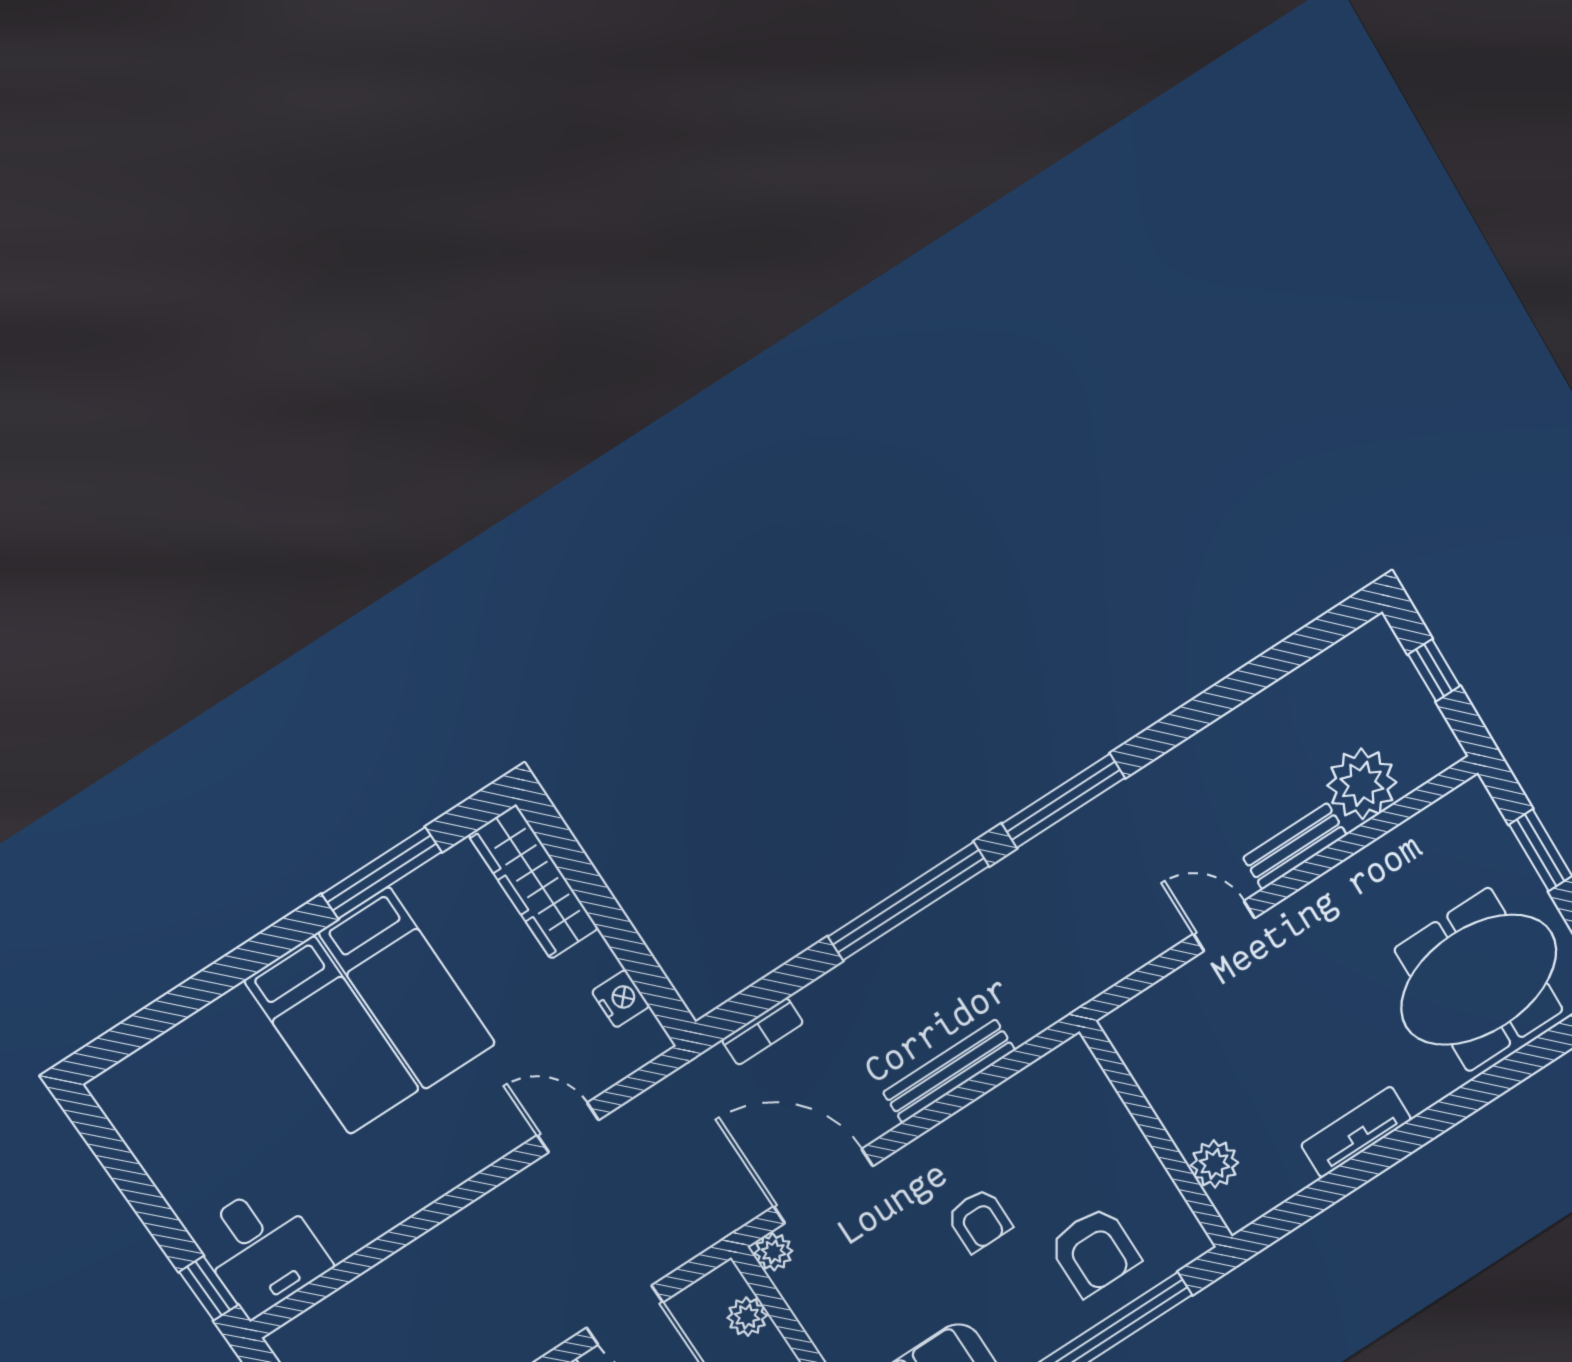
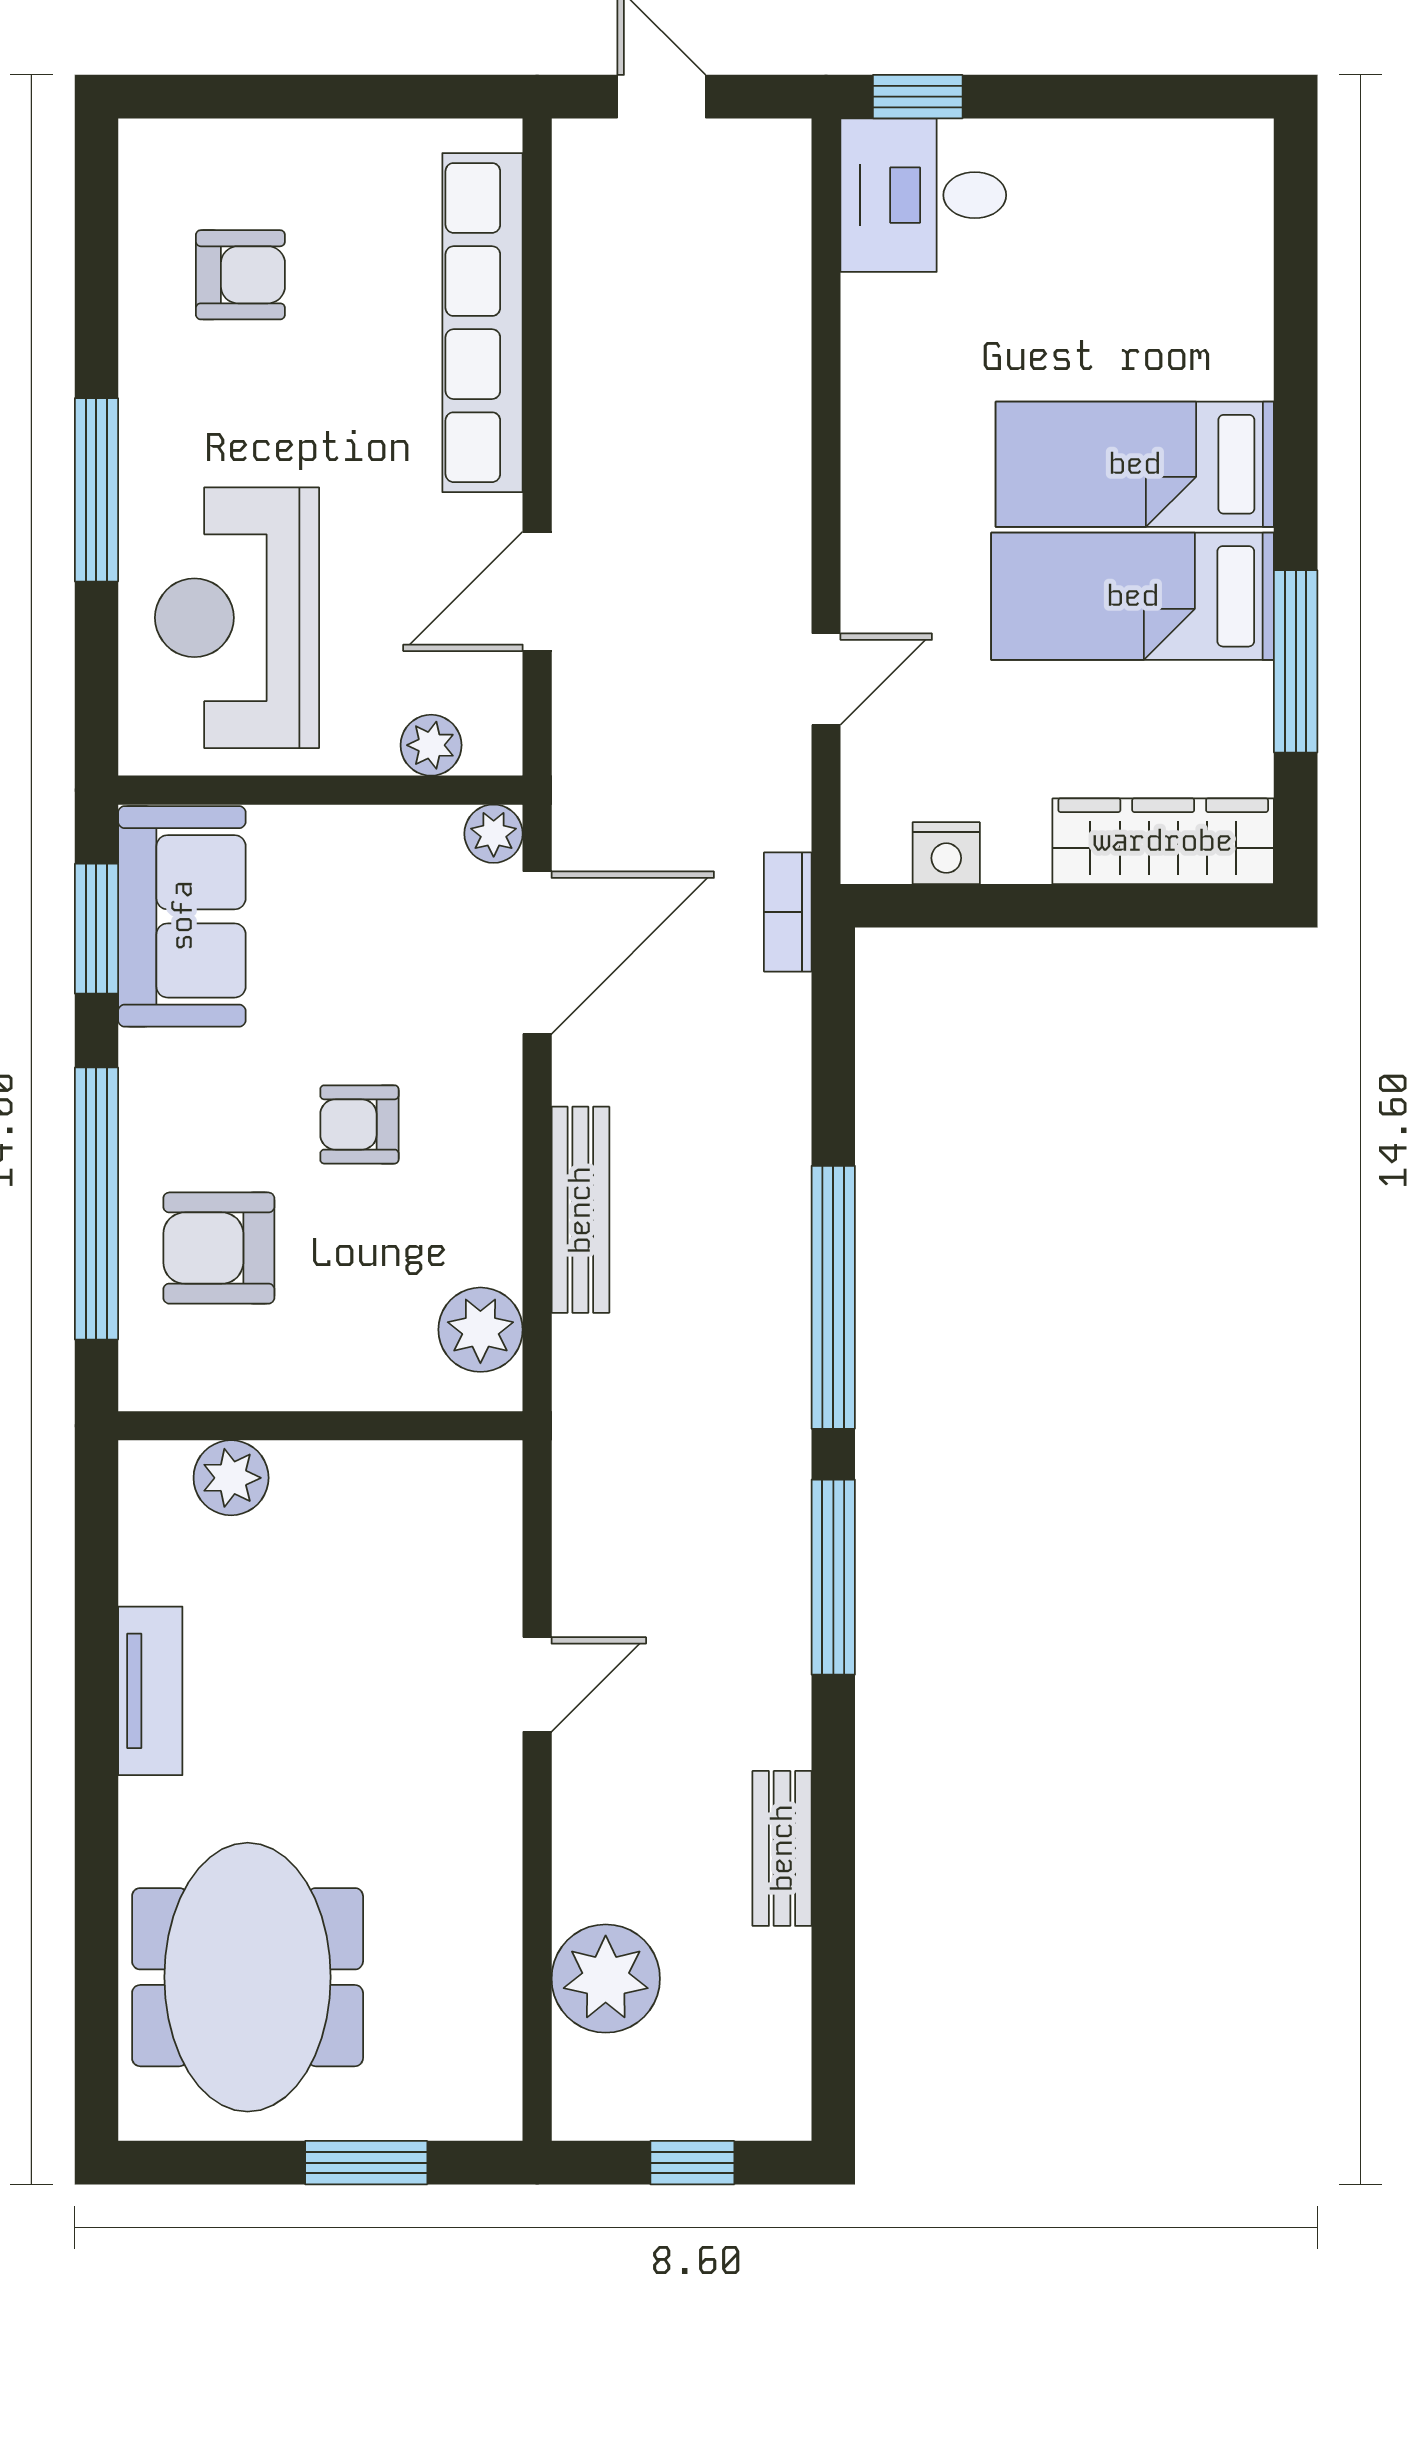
bench: (1295, 846) -> (782, 1848), moved
bookcase: (763, 1031) -> (788, 912), moved
plant: (1049, 1083) -> (480, 1330), added

